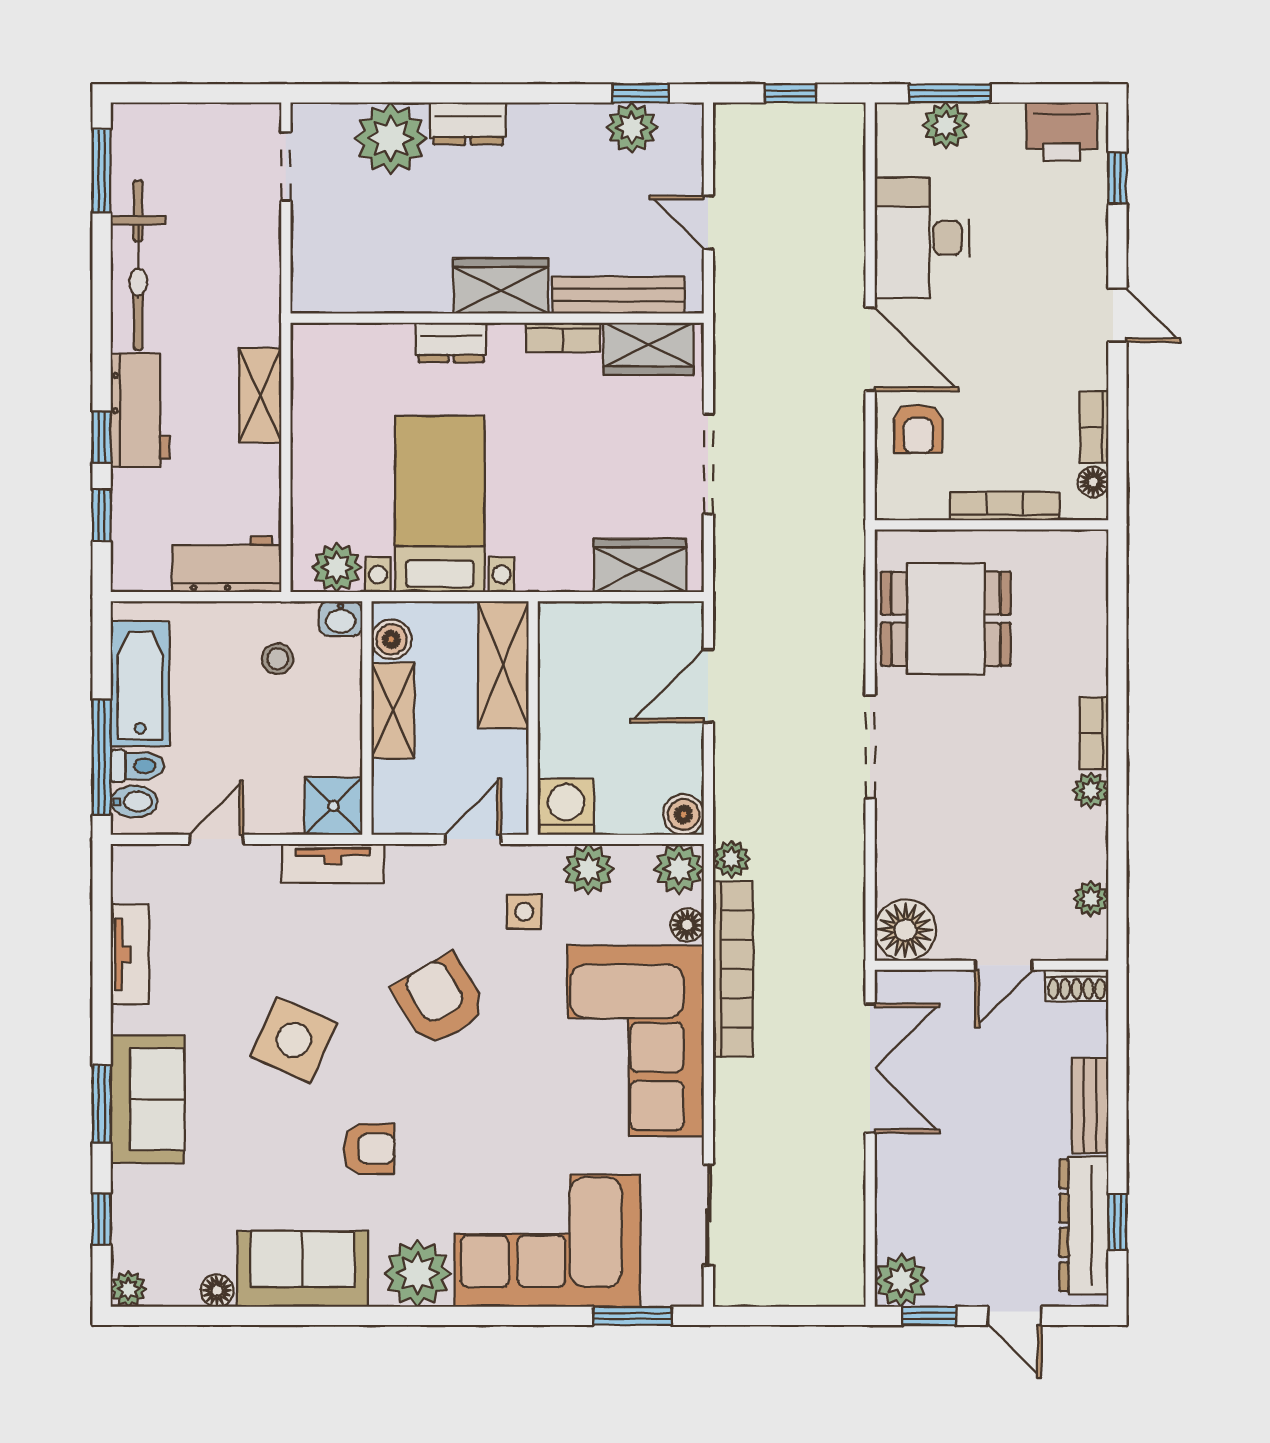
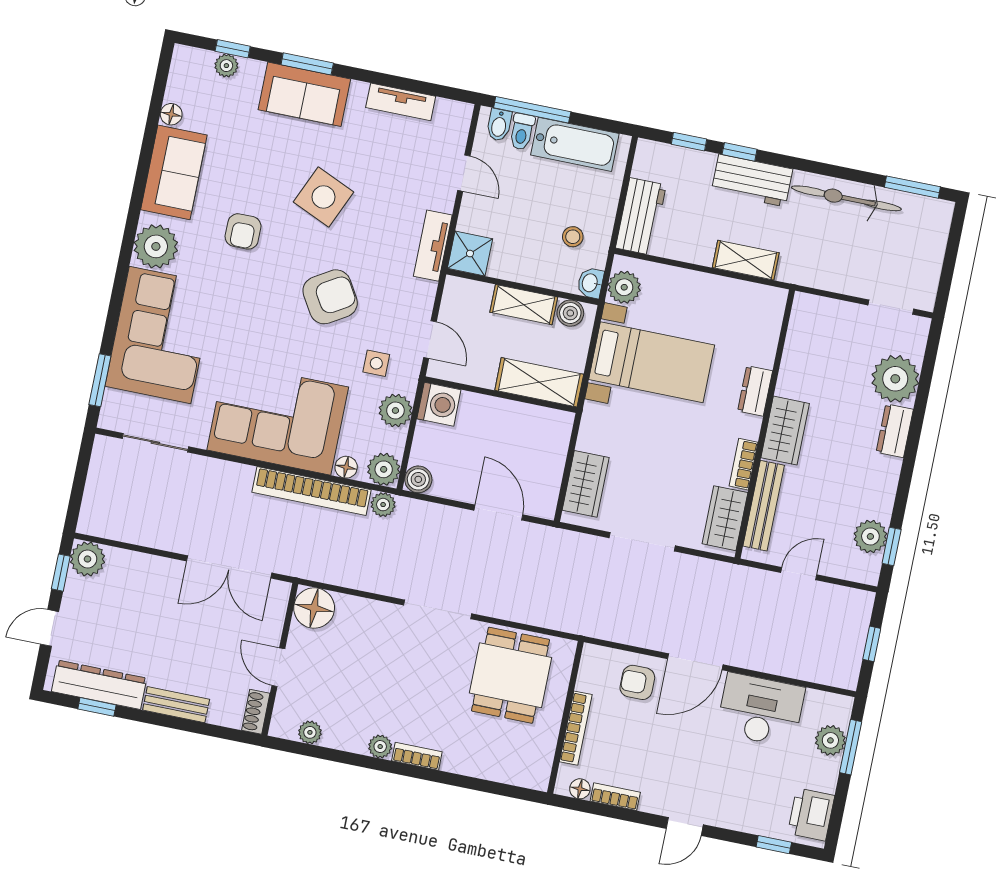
plant: (128, 1289) -> (226, 66), moved

